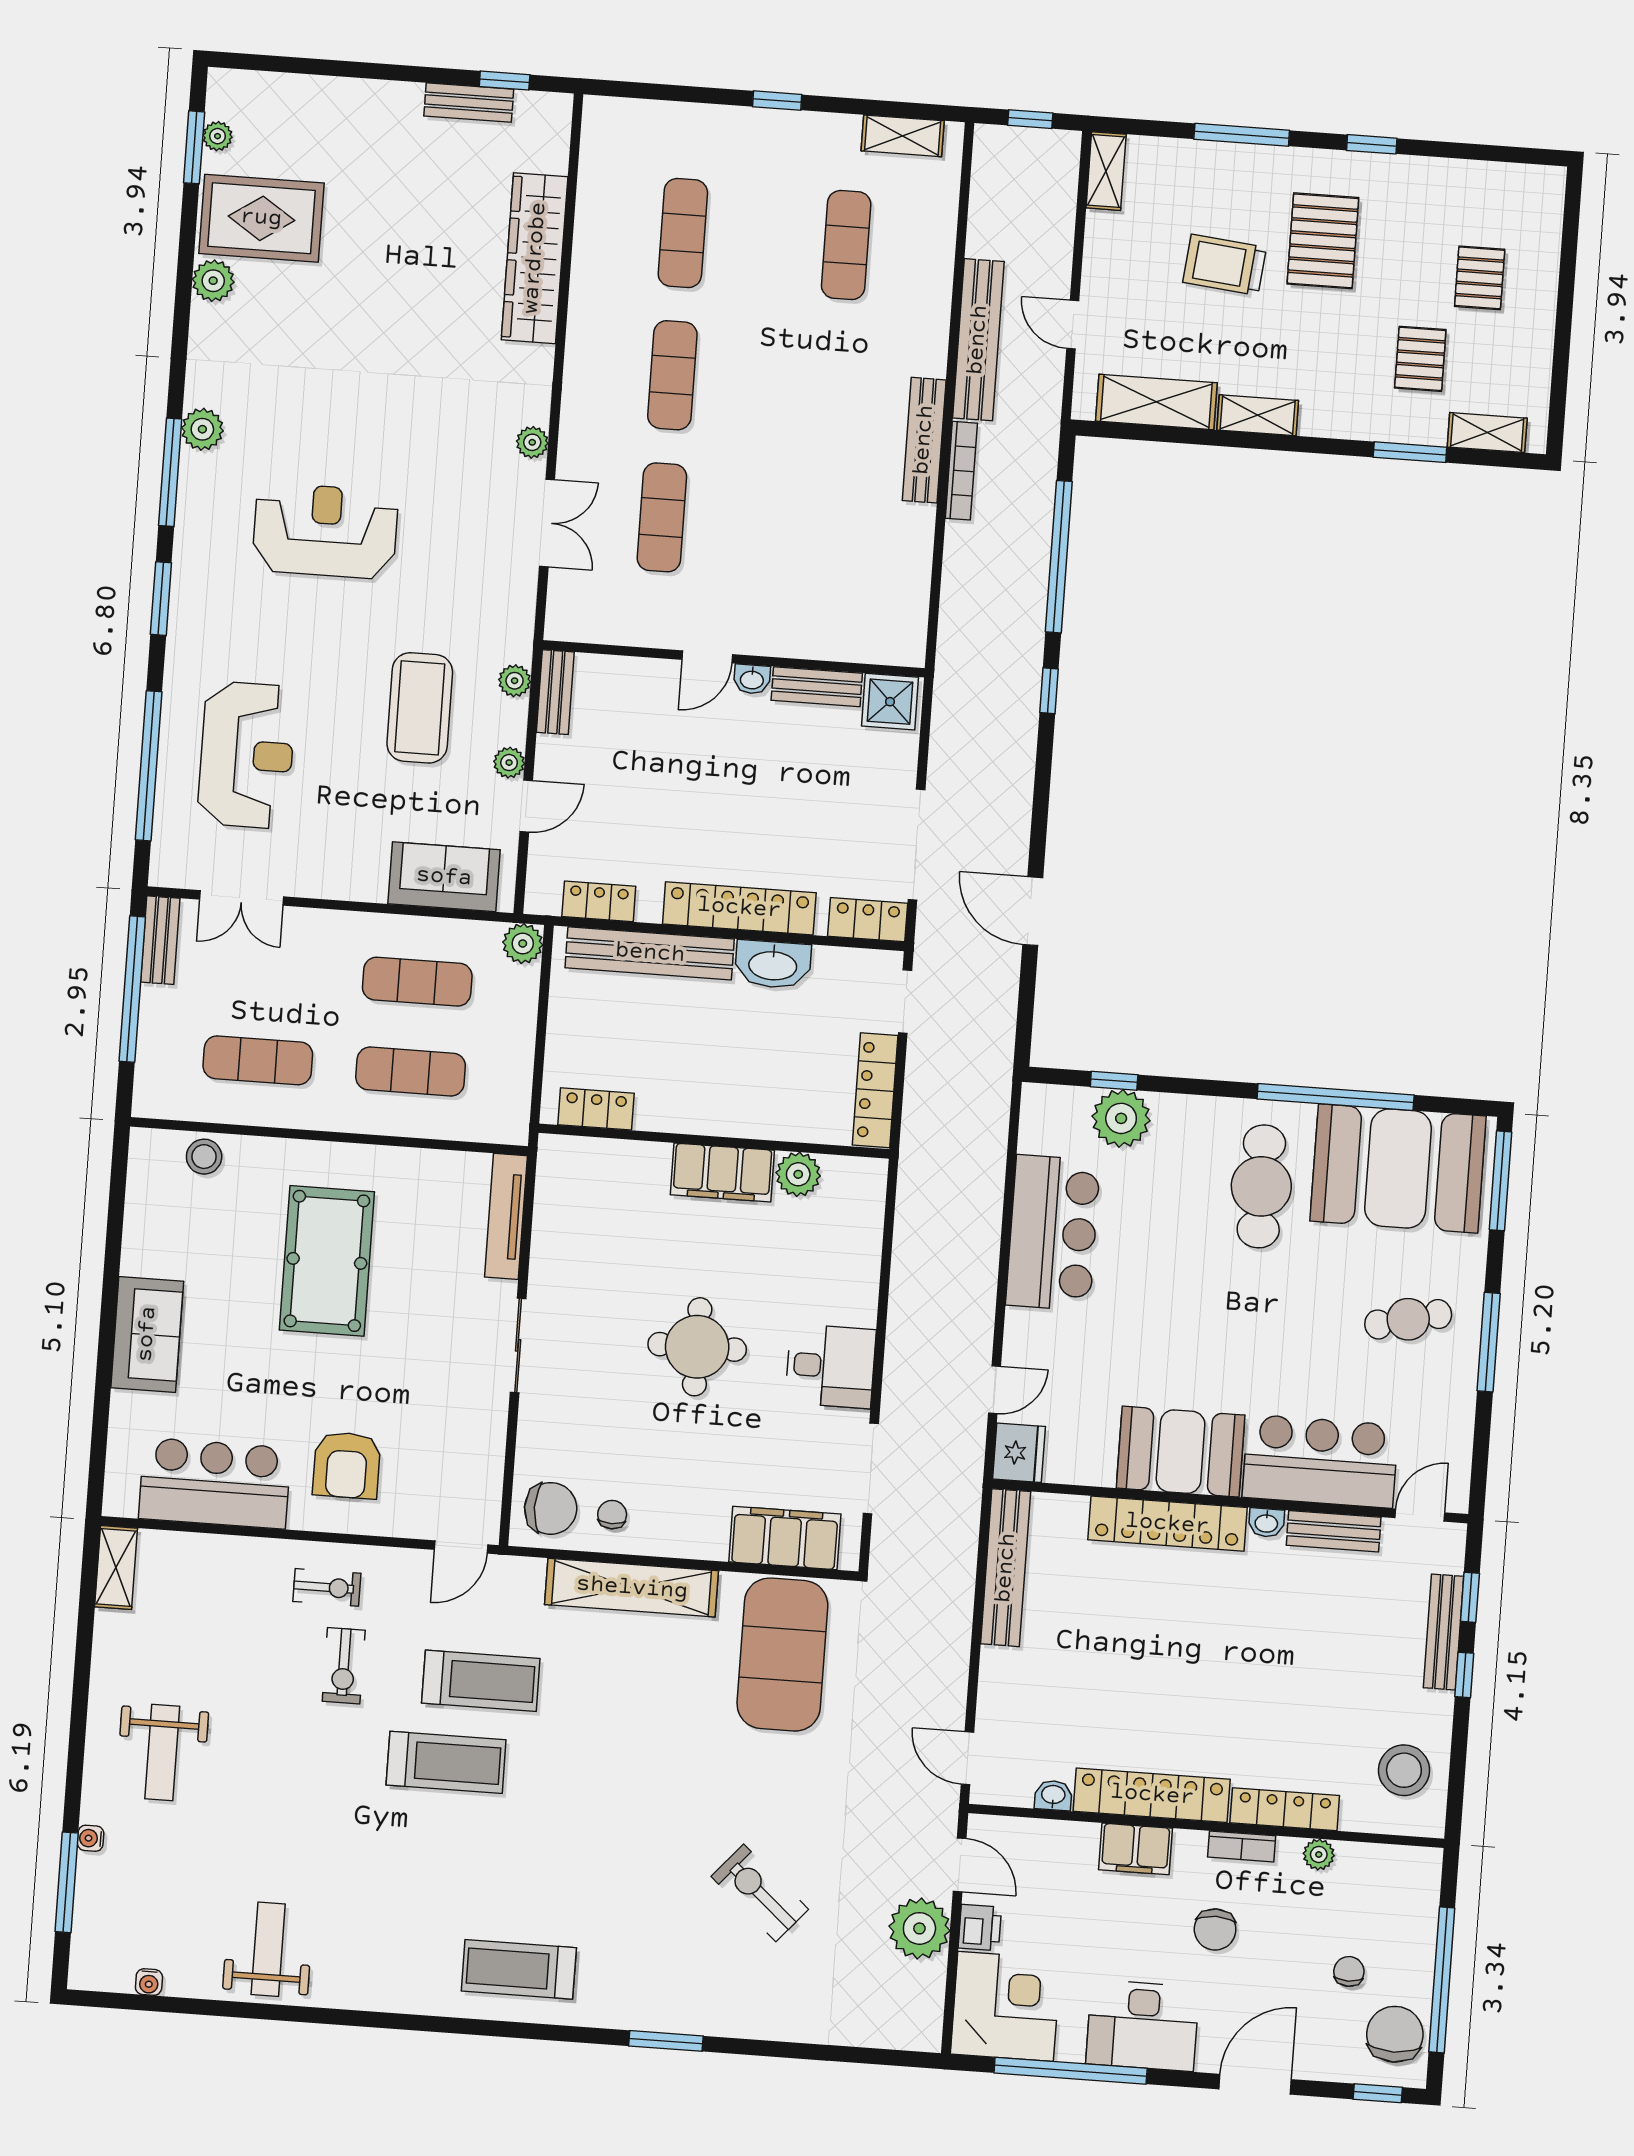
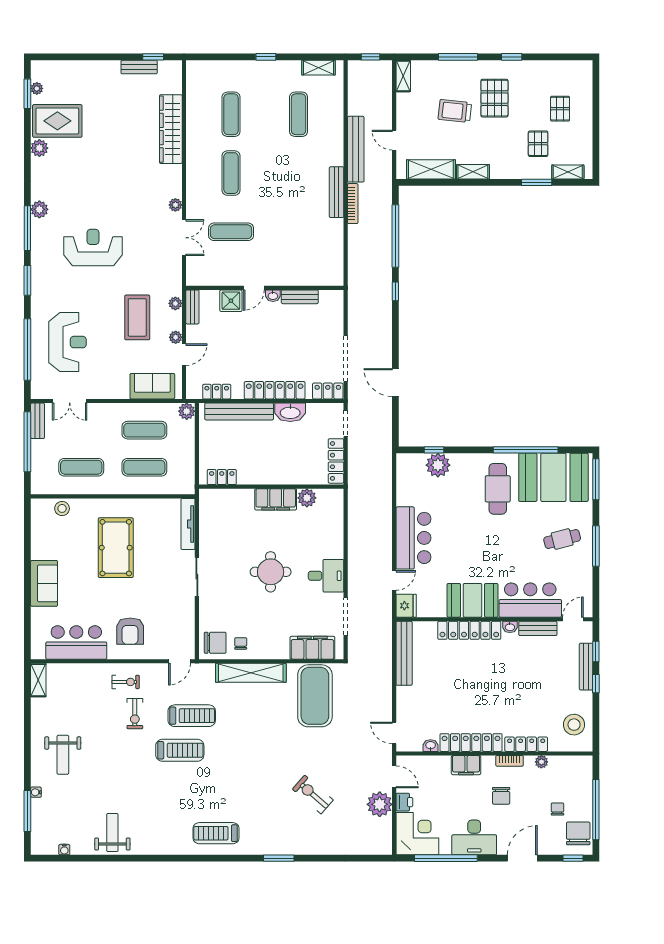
exercise mat: (662, 517) -> (231, 232), turned 90
shower: (890, 702) -> (231, 301), moved
bar counter: (1053, 1233) -> (413, 538), moved

